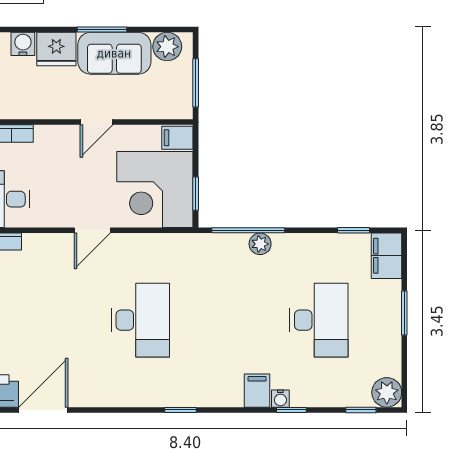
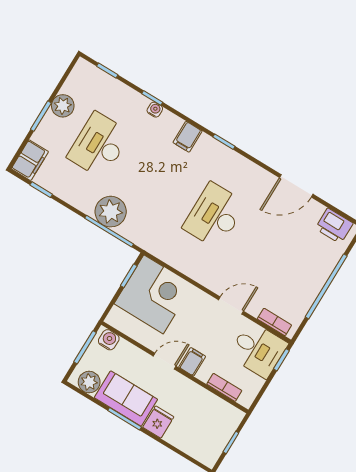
water cooler: (23, 44) -> (109, 340), moved, turned 180
fridge: (56, 49) -> (158, 422), width x0.72
filing cabinet: (177, 138) -> (192, 362), moved, turned -90
door: (92, 230) -> (231, 305), moved
plant: (260, 244) -> (111, 212), width x1.87, depth x1.87
filing cabinet: (257, 391) -> (188, 137), moved
plant: (387, 392) -> (63, 106), moved
door: (43, 410) -> (296, 186), moved

